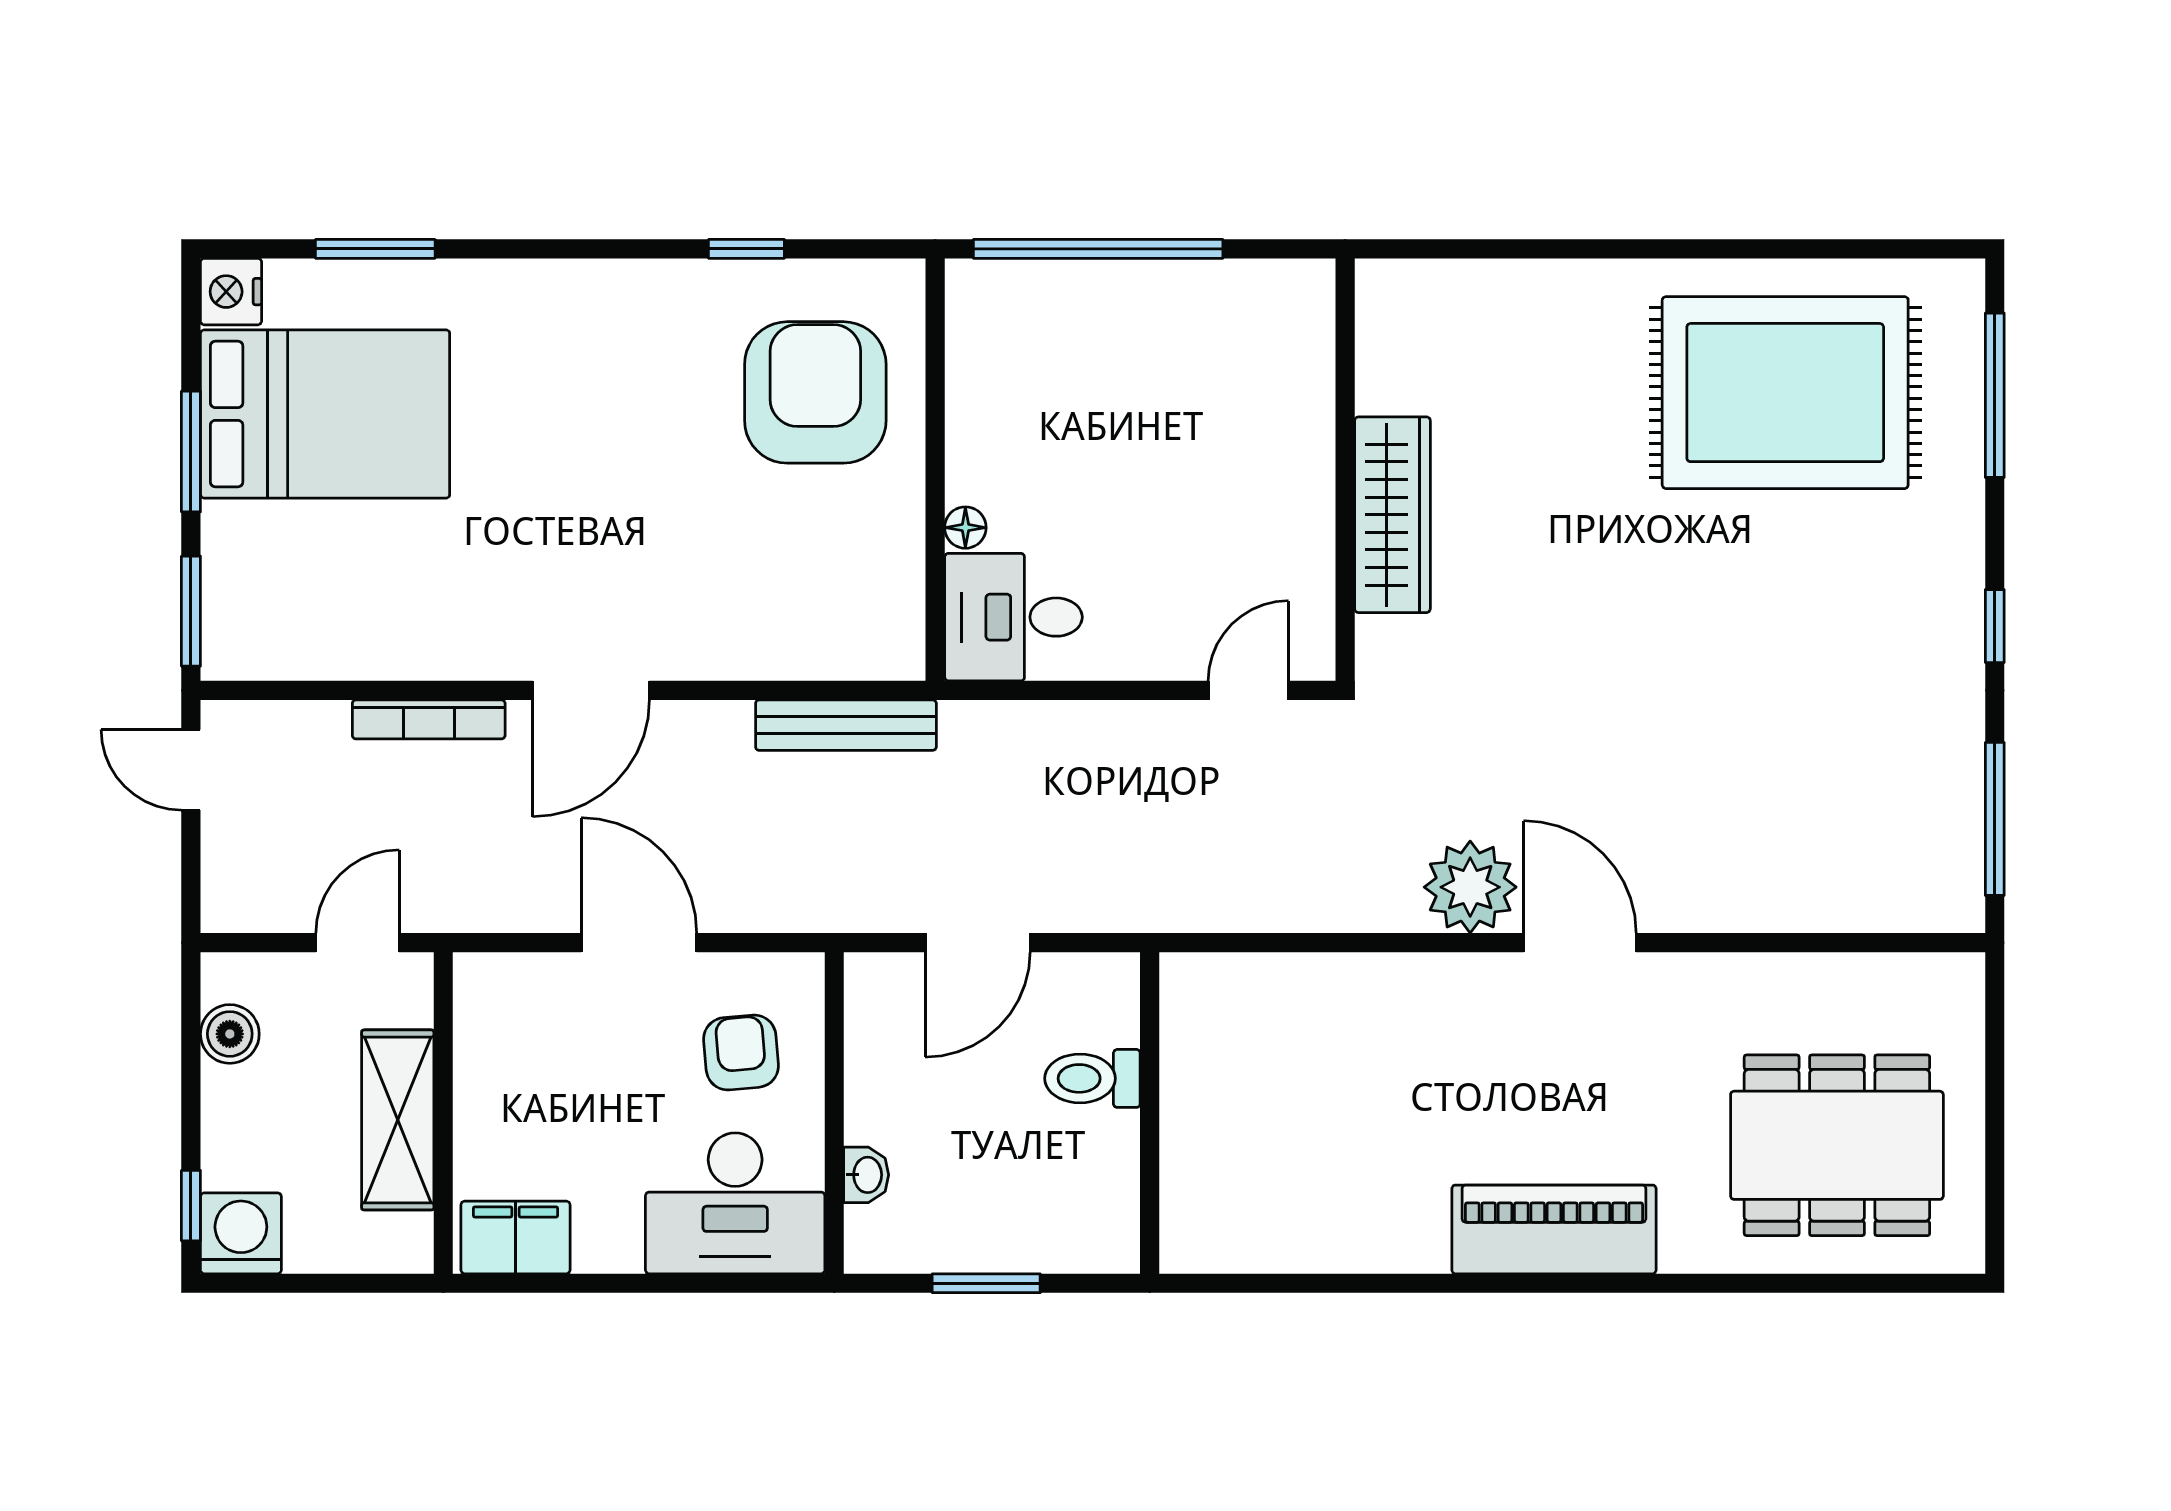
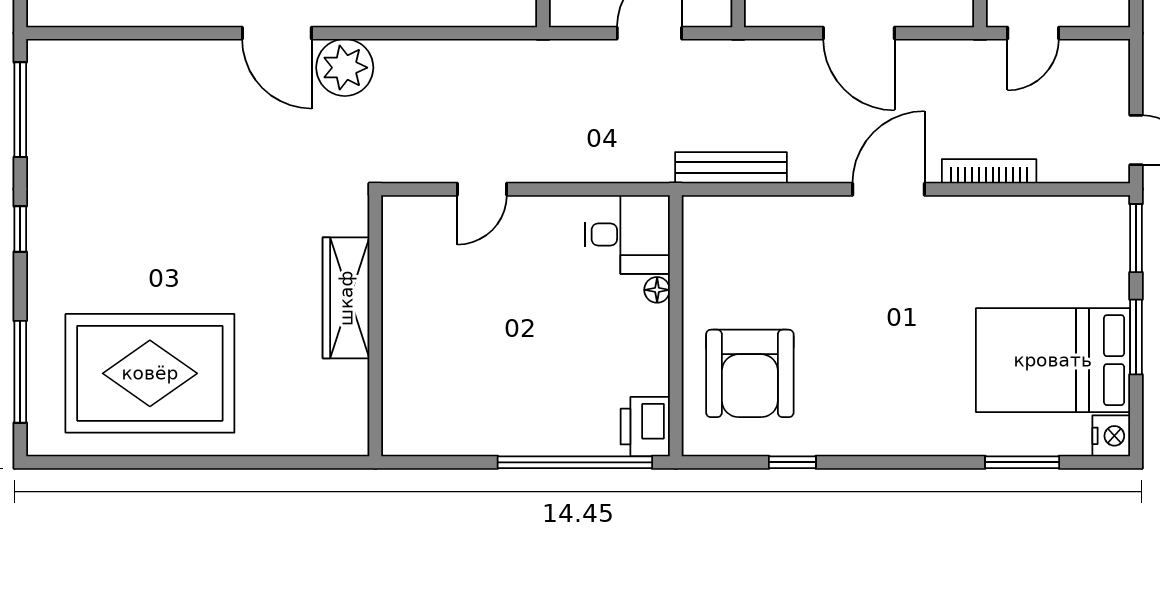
printer: (985, 307) -> (645, 427), added
wall: (1345, 470) -> (375, 326), moved
wardrobe: (1392, 515) -> (346, 298), moved

